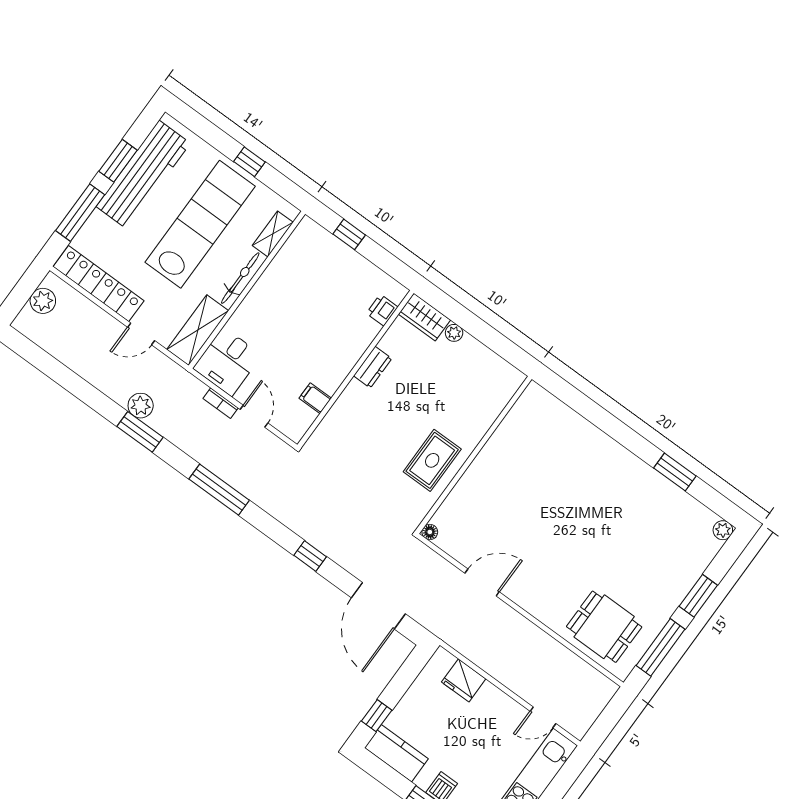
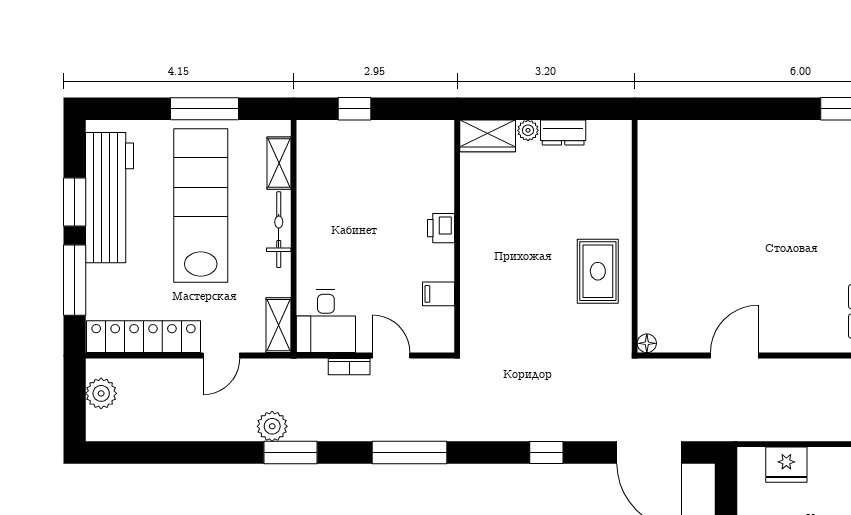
window: (249, 162) -> (204, 109), width x2.17
printer: (382, 310) -> (441, 228), moved
shelving: (198, 330) -> (278, 325), width x0.67, depth x0.75
dresser: (373, 367) -> (563, 133), moved, turned 90

